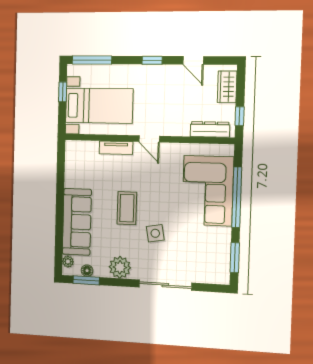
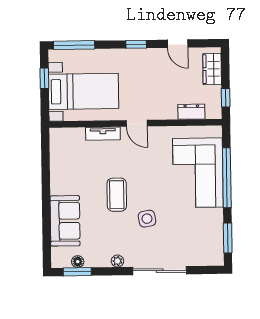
dresser: (210, 129) -> (191, 112), width x0.70
sofa: (77, 222) -> (65, 221), width x0.73
plant: (68, 262) -> (57, 254), removed
plant: (120, 267) -> (117, 261), width x0.53, depth x0.53

